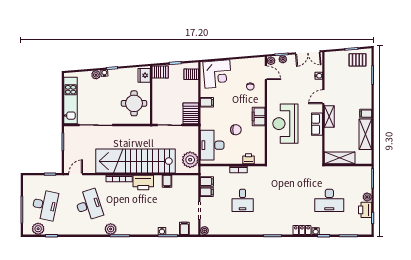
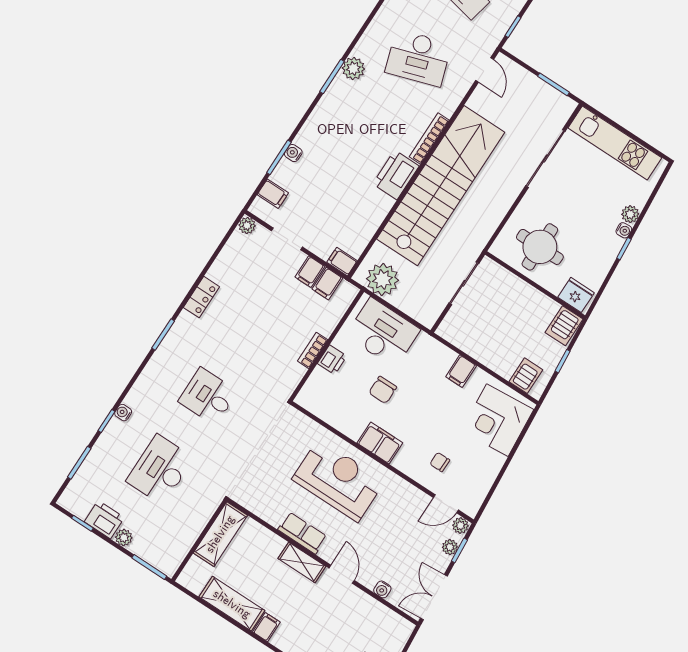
server rack: (191, 113) -> (460, 332), removed
printer: (248, 159) -> (332, 360), moved
filing cabinet: (167, 181) -> (342, 262), moved
desk: (243, 200) -> (208, 396), moved
locker: (302, 230) -> (201, 297), moved

